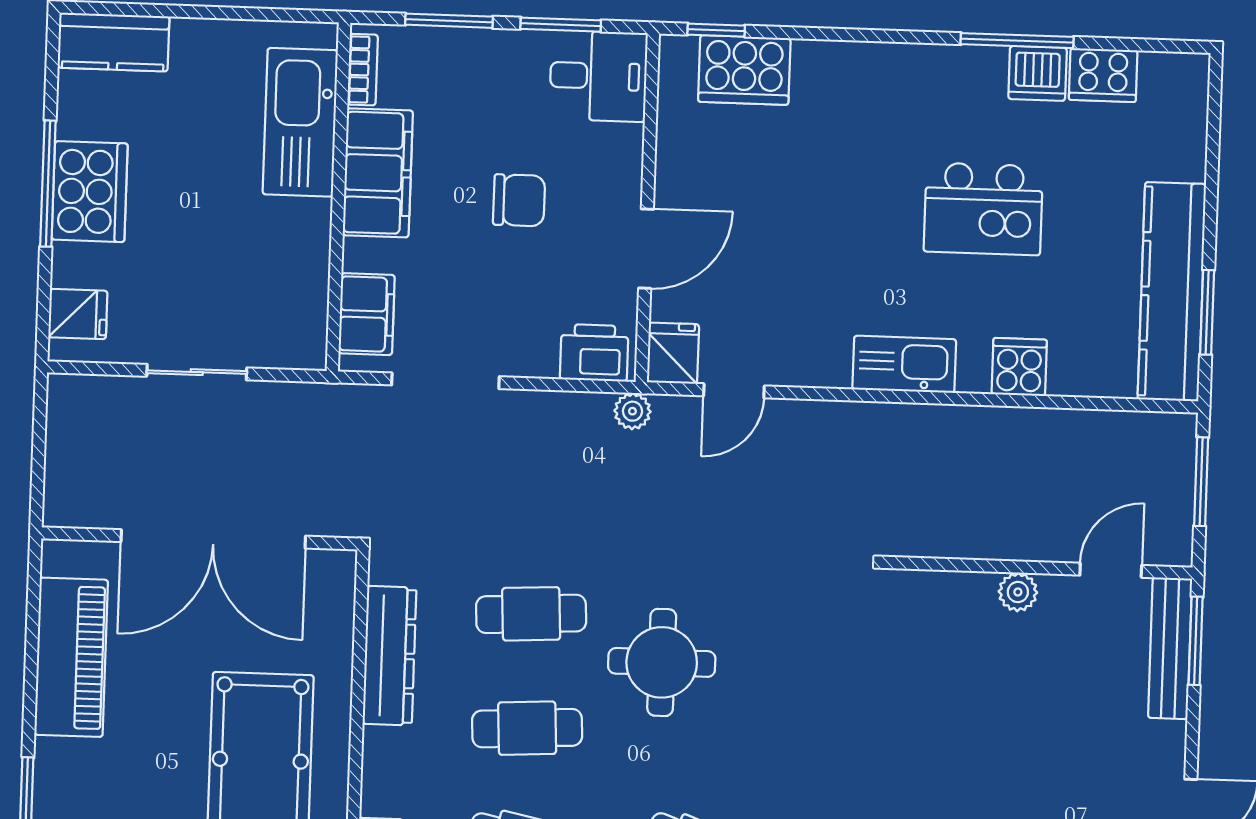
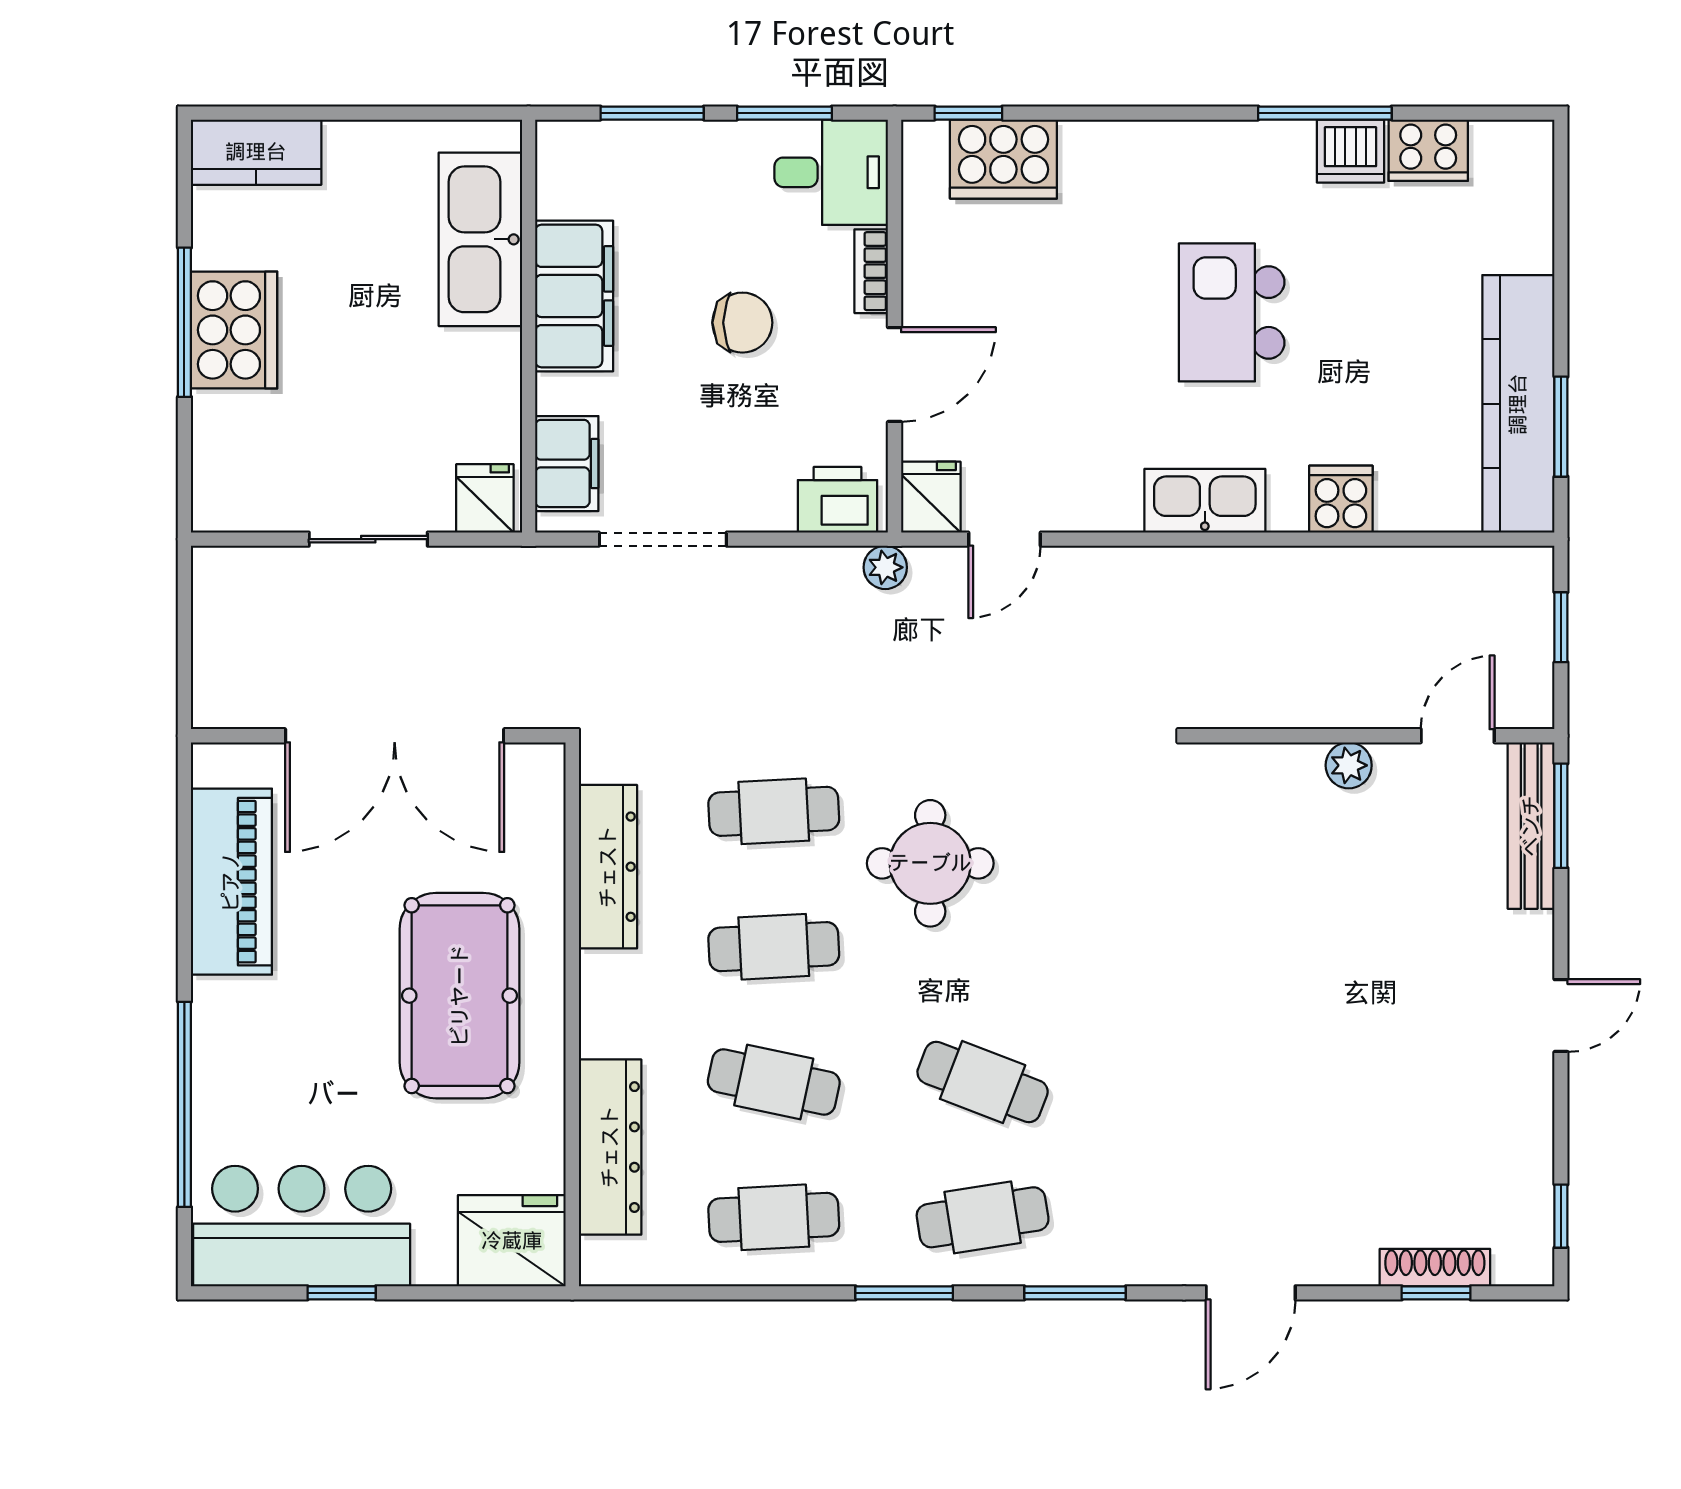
bookcase: (363, 70) -> (871, 271), moved, turned 180
kitchen island: (983, 209) -> (1232, 312), moved, turned 90
fridge: (78, 314) -> (485, 498), moved, turned -90
window: (1201, 482) -> (1561, 627), width x0.67

